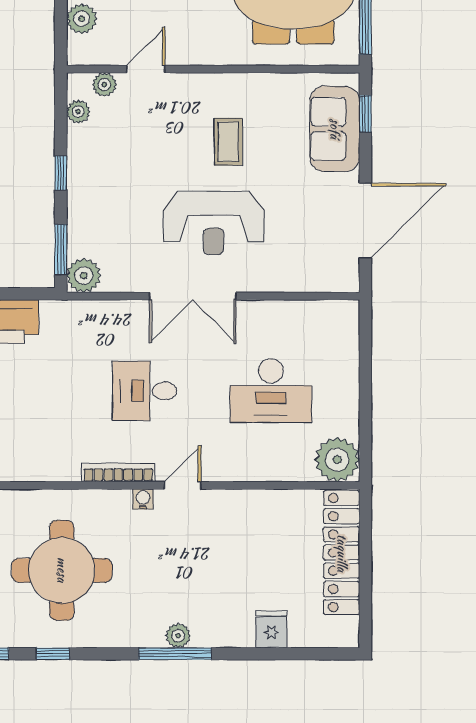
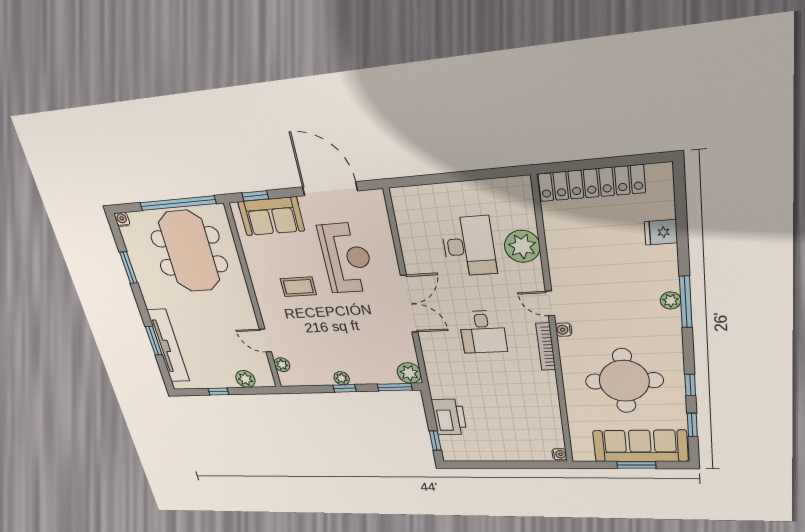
plant: (78, 112) -> (342, 378), moved
reception desk: (214, 223) -> (346, 258), moved
plant: (337, 460) -> (522, 246), moved

